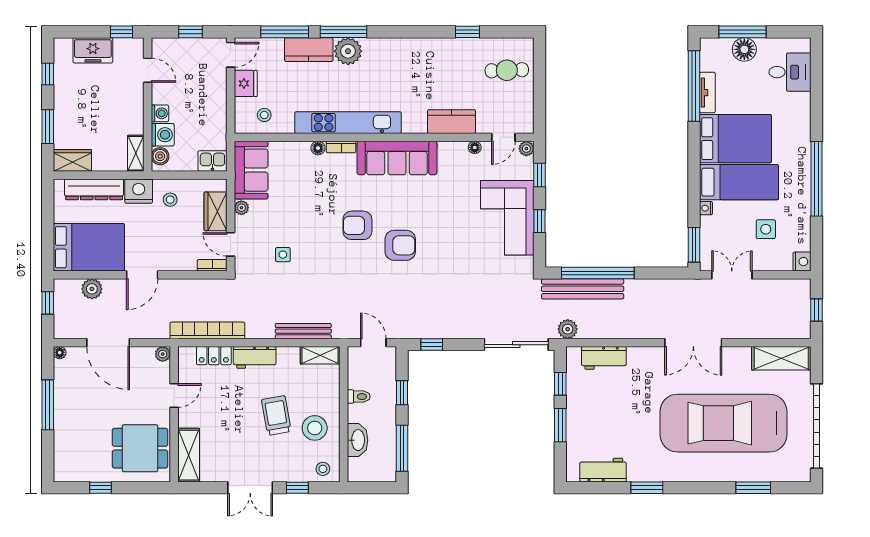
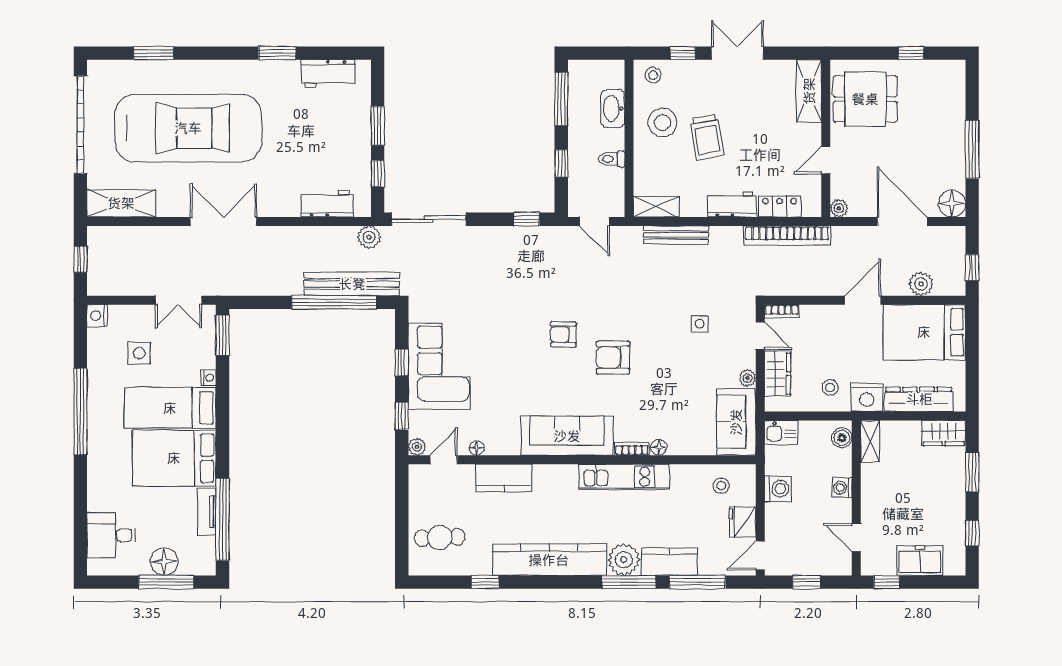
kitchen counter: (412, 51) -> (549, 560), added
kitchen unit: (348, 123) -> (624, 477), width x0.73
washing machine: (163, 135) -> (778, 489), moved, turned 180
armchair: (357, 225) -> (613, 358), turned 180
armchair: (400, 245) -> (563, 334), width x0.72, depth x0.72
floor lamp: (60, 353) -> (952, 204), width x1.89, depth x1.89

